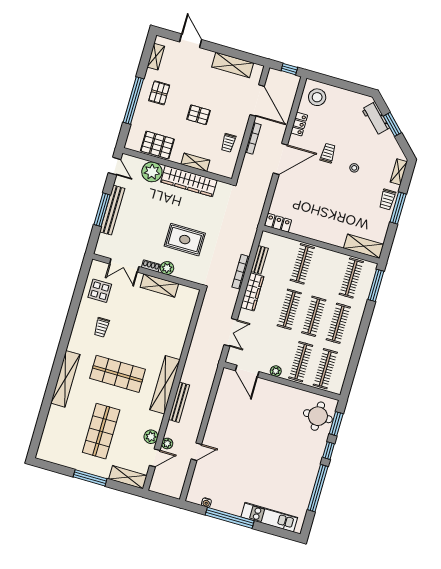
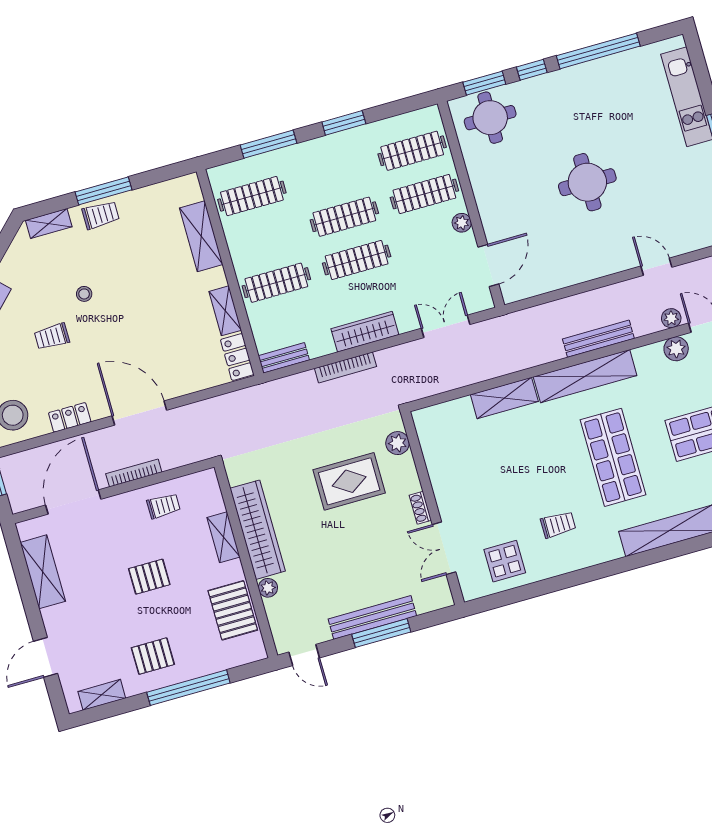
pallet: (199, 115) -> (149, 577), turned 90
trolley: (328, 153) -> (52, 337), moved
door: (115, 166) -> (304, 655), swing flipped
plant: (152, 172) -> (268, 588), width x0.53, depth x0.53
shelving: (304, 231) -> (225, 311), added
rug: (185, 240) -> (349, 481), turned 90
shelving: (364, 246) -> (201, 236), moved
bench: (259, 260) -> (284, 358), moved
double door: (124, 265) -> (444, 548), swing flipped
plant: (167, 268) -> (397, 443), moved
window: (376, 285) -> (269, 144), moved
shelving: (159, 286) -> (504, 398), moved, turned 90
clothes rail: (338, 323) -> (332, 173), removed
window: (359, 344) -> (344, 123), added
round table: (258, 444) -> (587, 182), added

